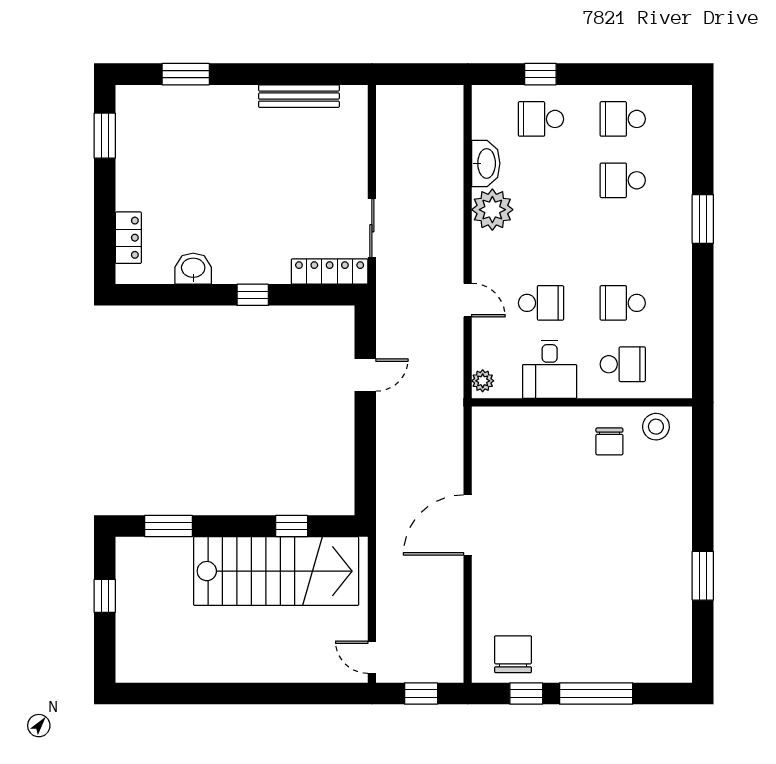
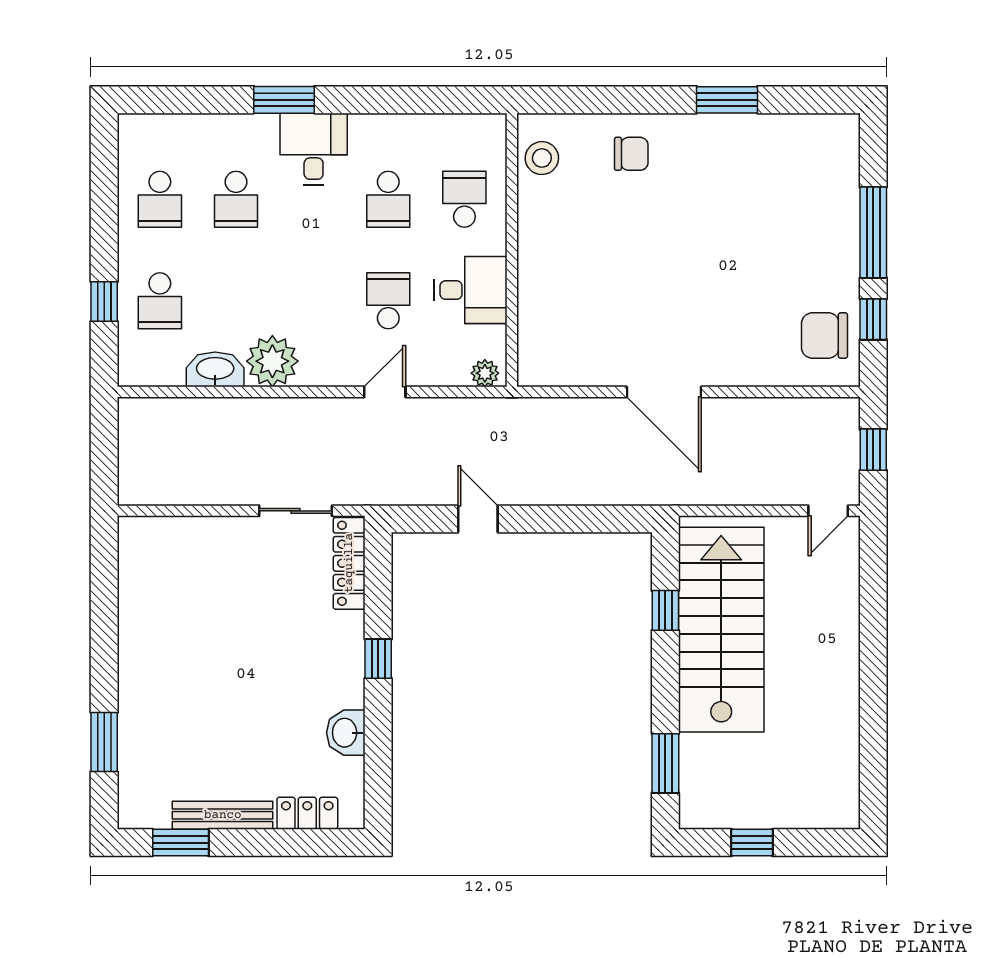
bench: (299, 96) -> (223, 815), moved, turned 90
desk: (663, 243) -> (314, 149), added
chair: (609, 441) -> (631, 154), moved

